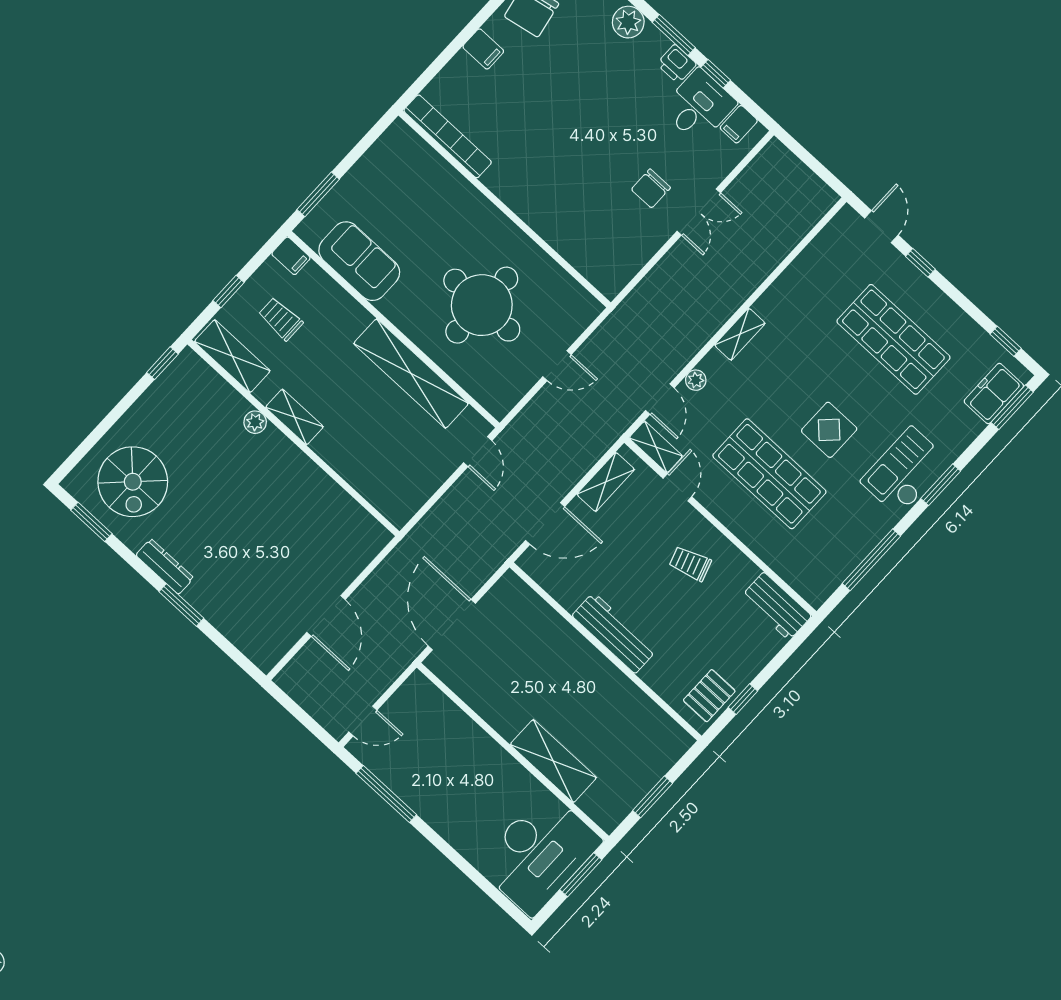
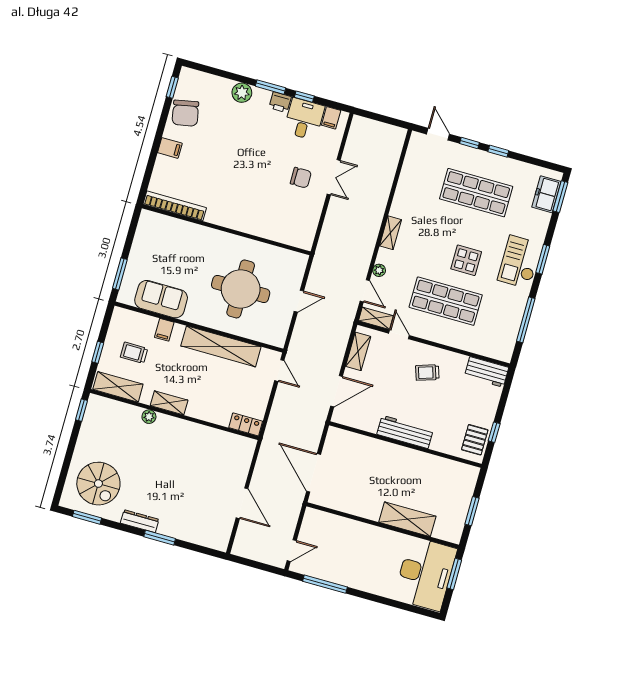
chair: (651, 188) -> (301, 178), turned -90
filing cabinet: (291, 256) -> (164, 330), moved, turned 90
window: (1006, 341) -> (498, 151), moved
locker: (389, 505) -> (246, 424), added

